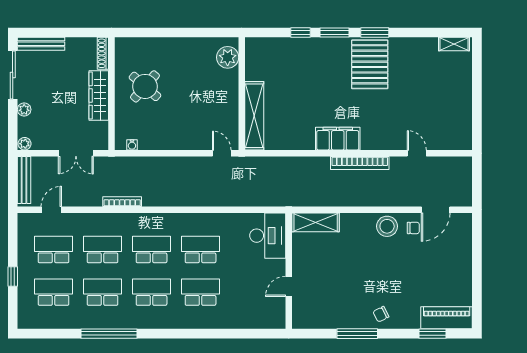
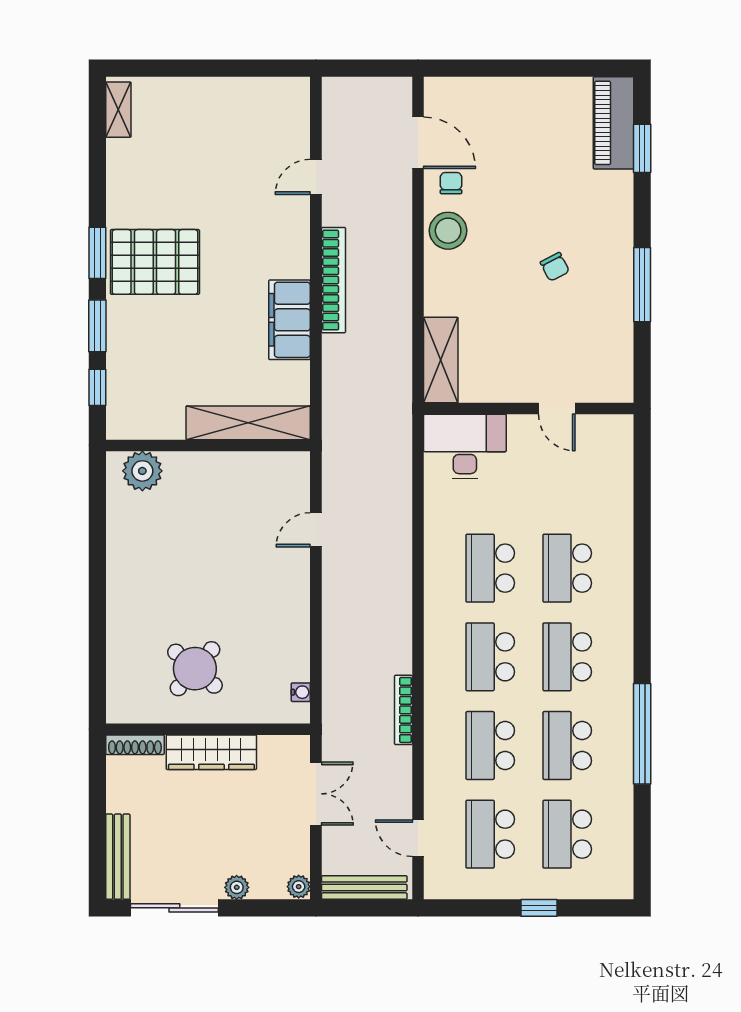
plant: (228, 57) -> (142, 471), moved
wall: (242, 94) -> (208, 445), moved
shelving: (254, 116) -> (248, 423), moved
chair: (381, 314) -> (555, 267), moved

